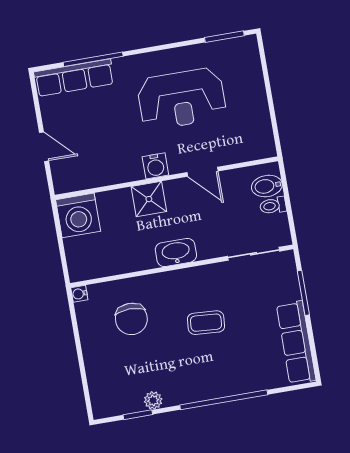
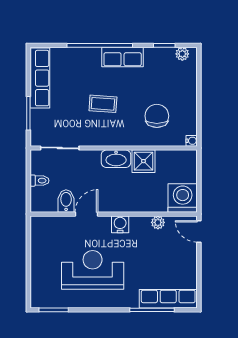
door: (44, 147) -> (199, 231), moved
door: (203, 172) -> (87, 214), hinge flipped
plant: (105, 177) -> (158, 222), added
bidet: (267, 186) -> (66, 201), moved, turned -90
shower: (149, 199) -> (143, 161), moved
row of seats: (191, 390) -> (123, 57), added
plant: (153, 400) -> (182, 54), moved

